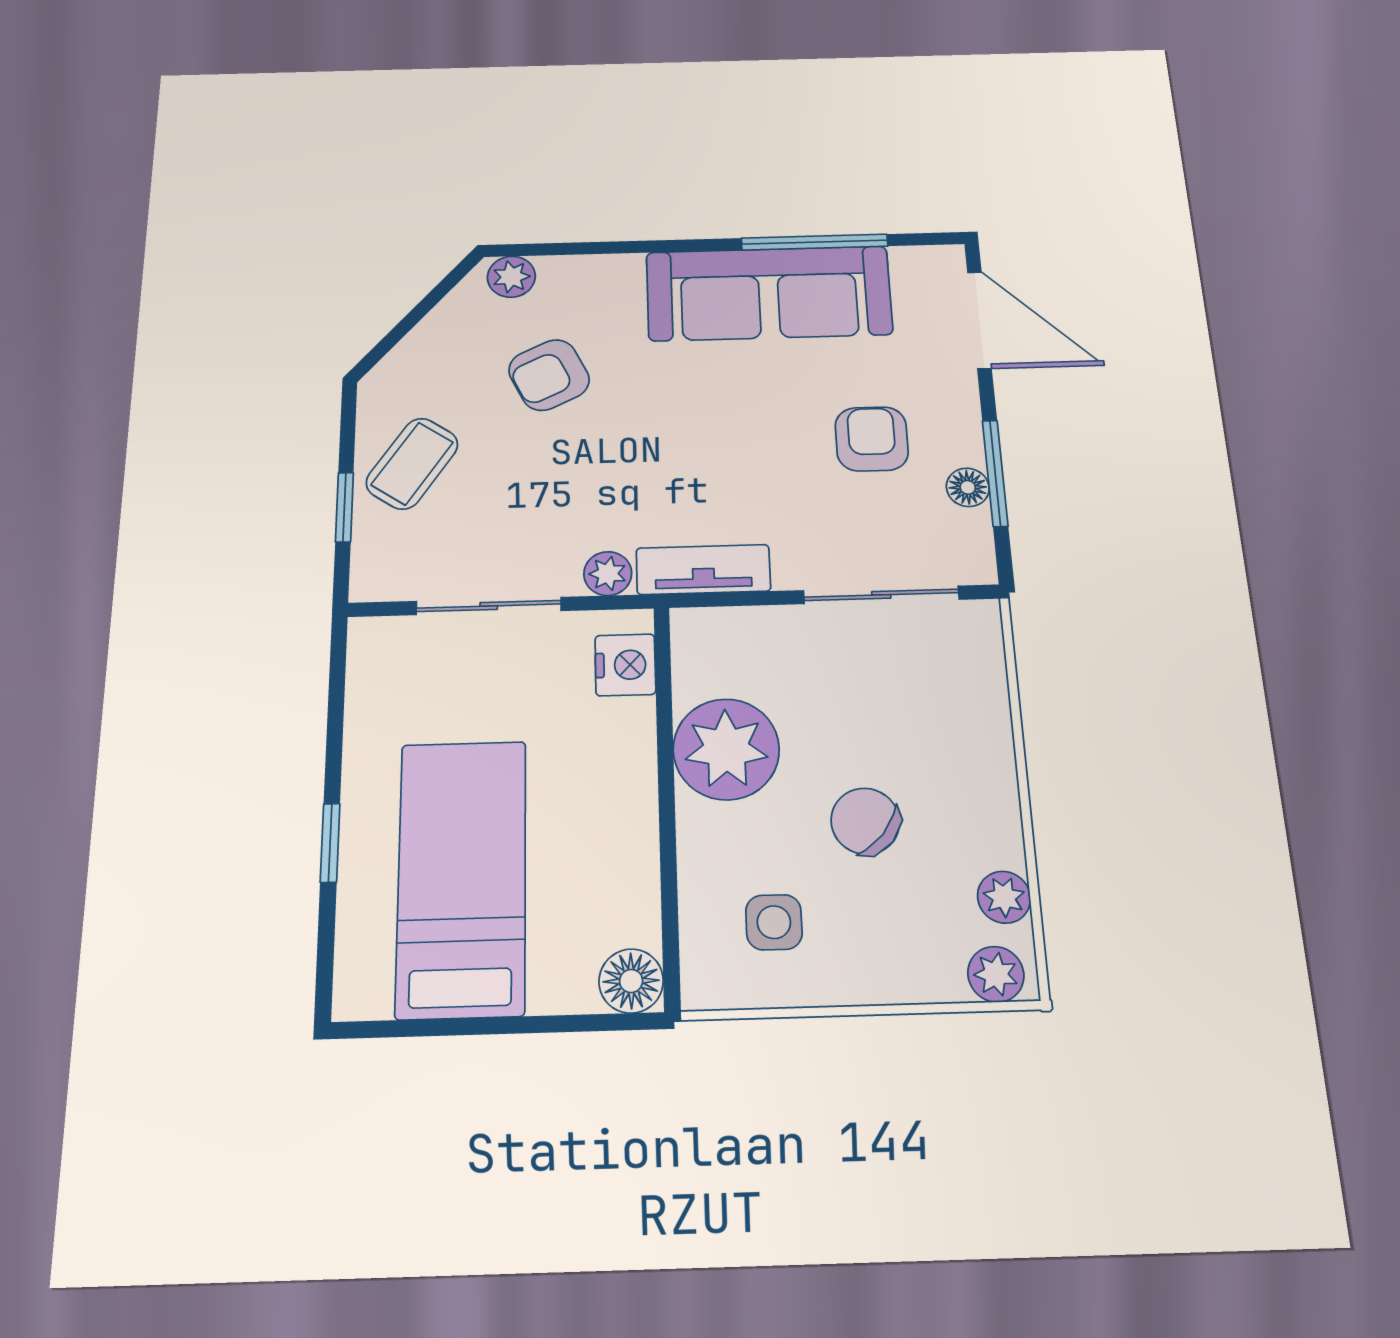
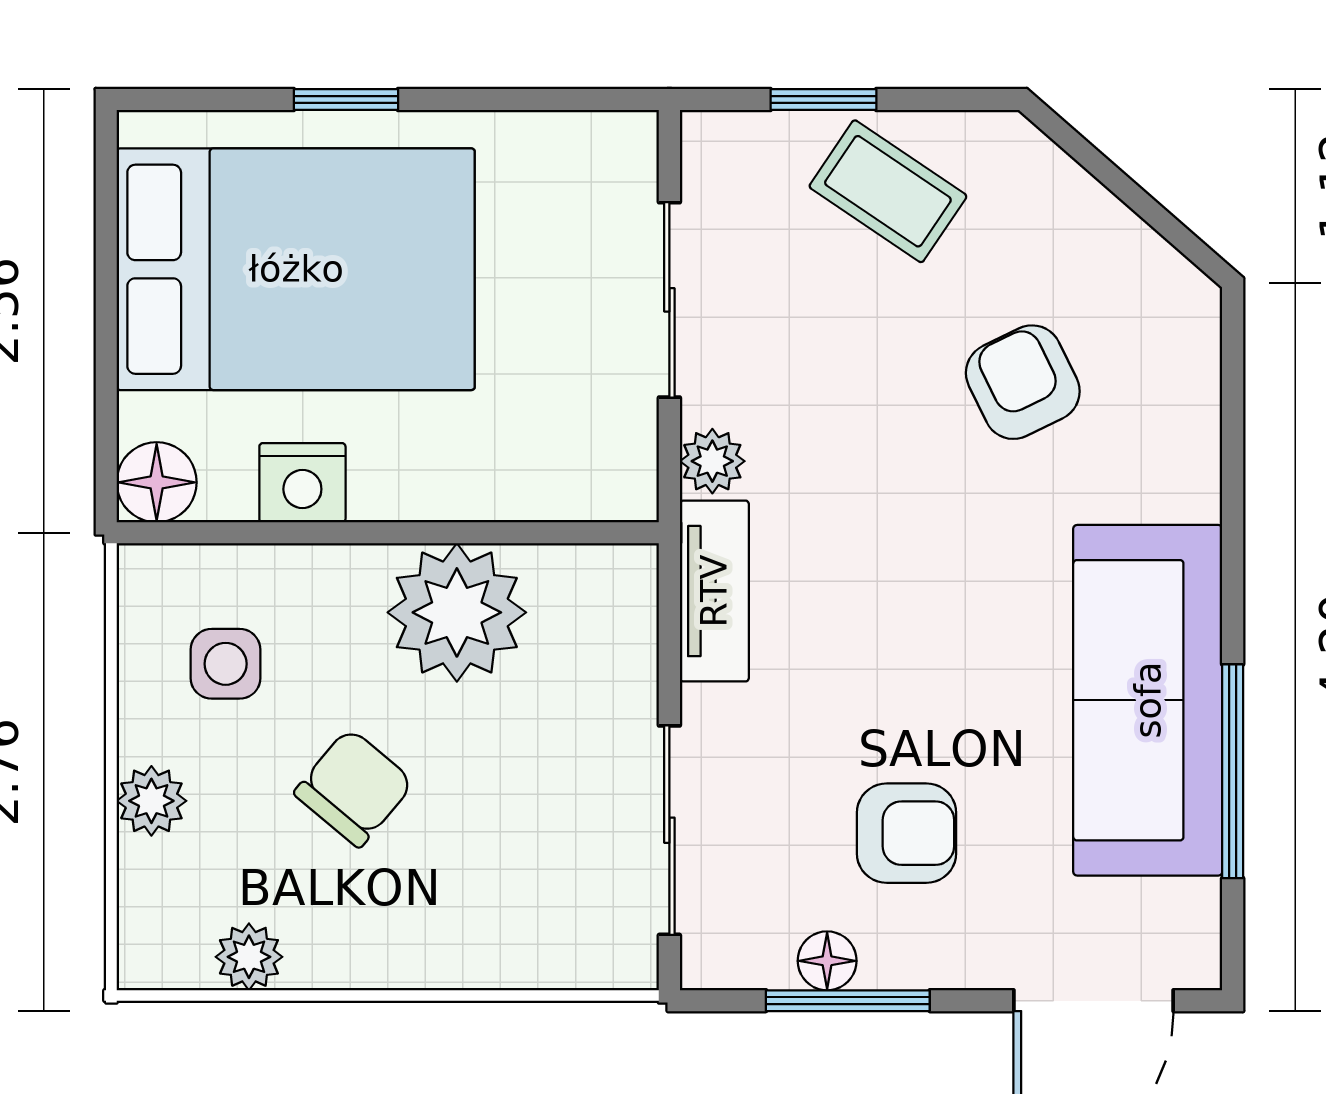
plant: (511, 277) -> (1187, 328), removed
nightstand: (625, 665) -> (302, 483), moved
bed: (462, 877) -> (296, 269), width x1.50
plant: (996, 974) -> (151, 801), moved

